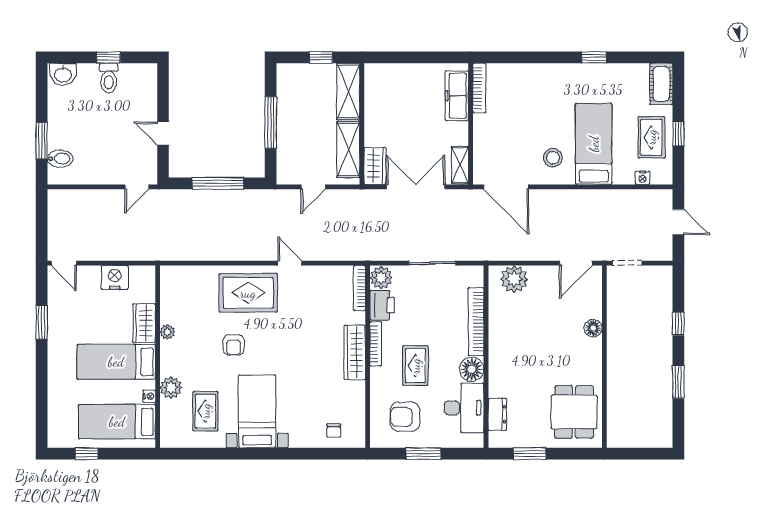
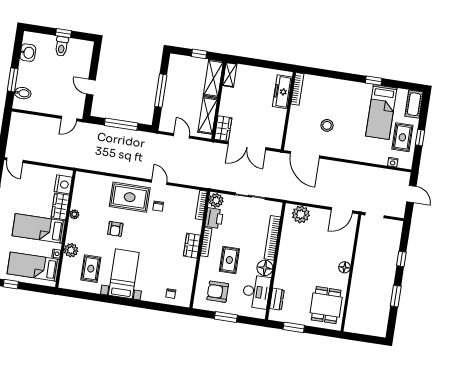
washbasin: (63, 74) -> (28, 53), moved, turned -90
bed: (594, 144) -> (381, 112), moved, turned 180
stool: (553, 158) -> (327, 125), moved
shelving: (460, 165) -> (230, 75), moved
door: (313, 187) -> (182, 136), swing flipped
double door: (416, 187) -> (247, 146), swing flipped
nightstand: (115, 277) -> (63, 184), moved, turned 90
chair: (294, 300) -> (158, 206), added
floor lamp: (593, 328) -> (344, 267), moved
wardrobe: (355, 352) -> (192, 246), width x0.67

